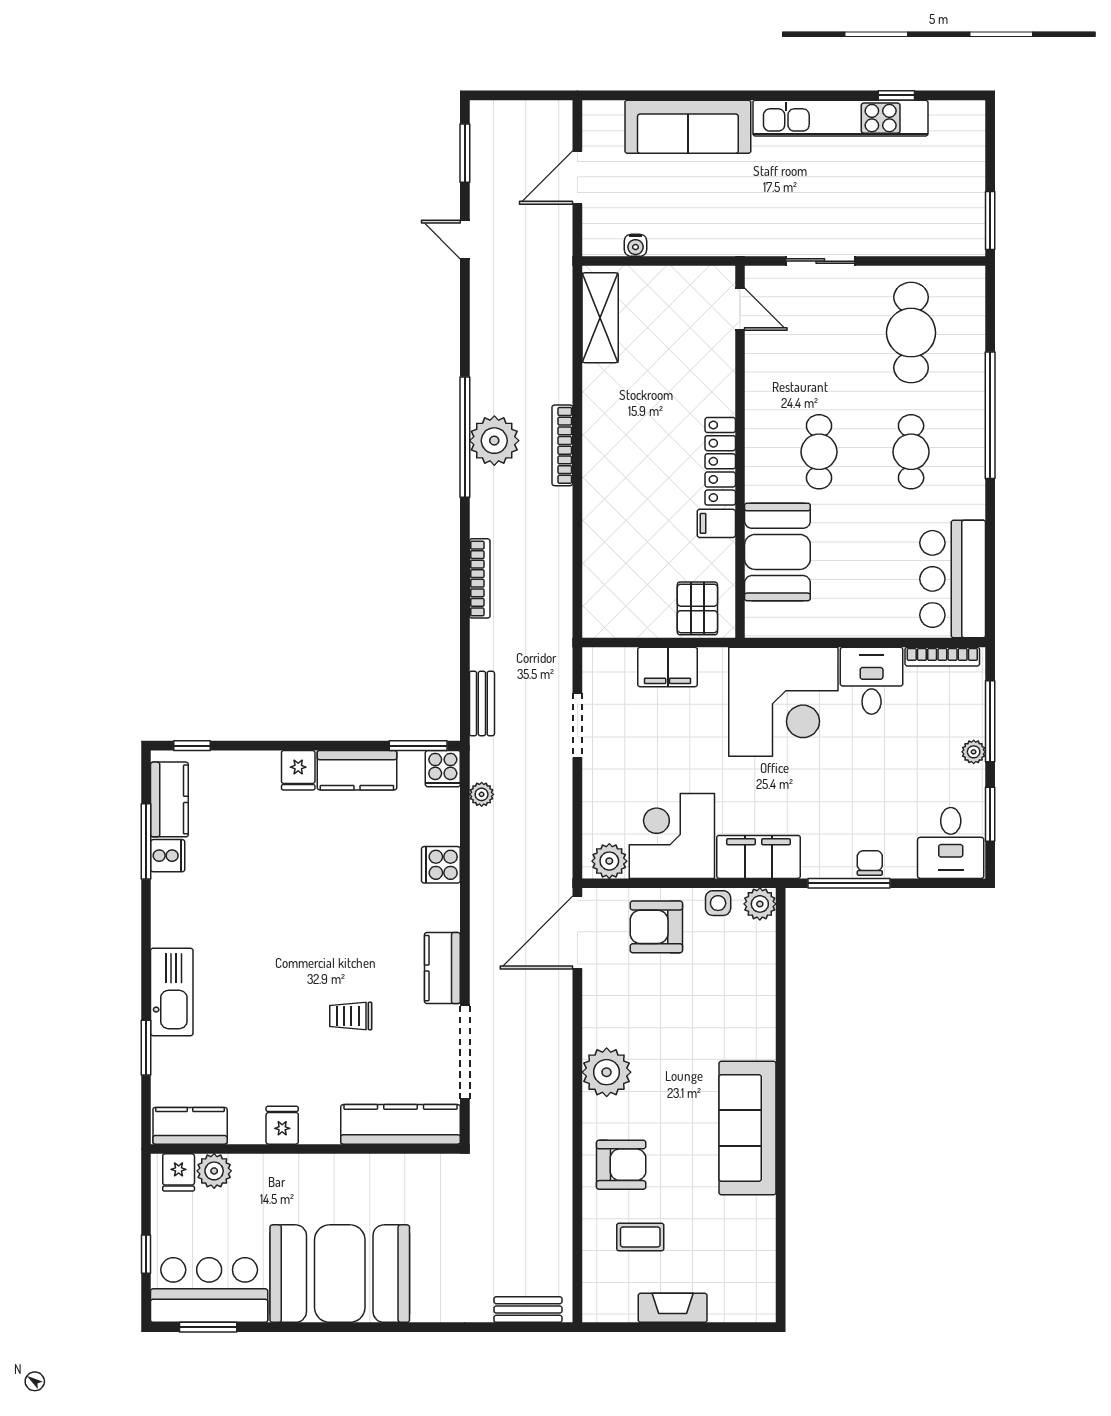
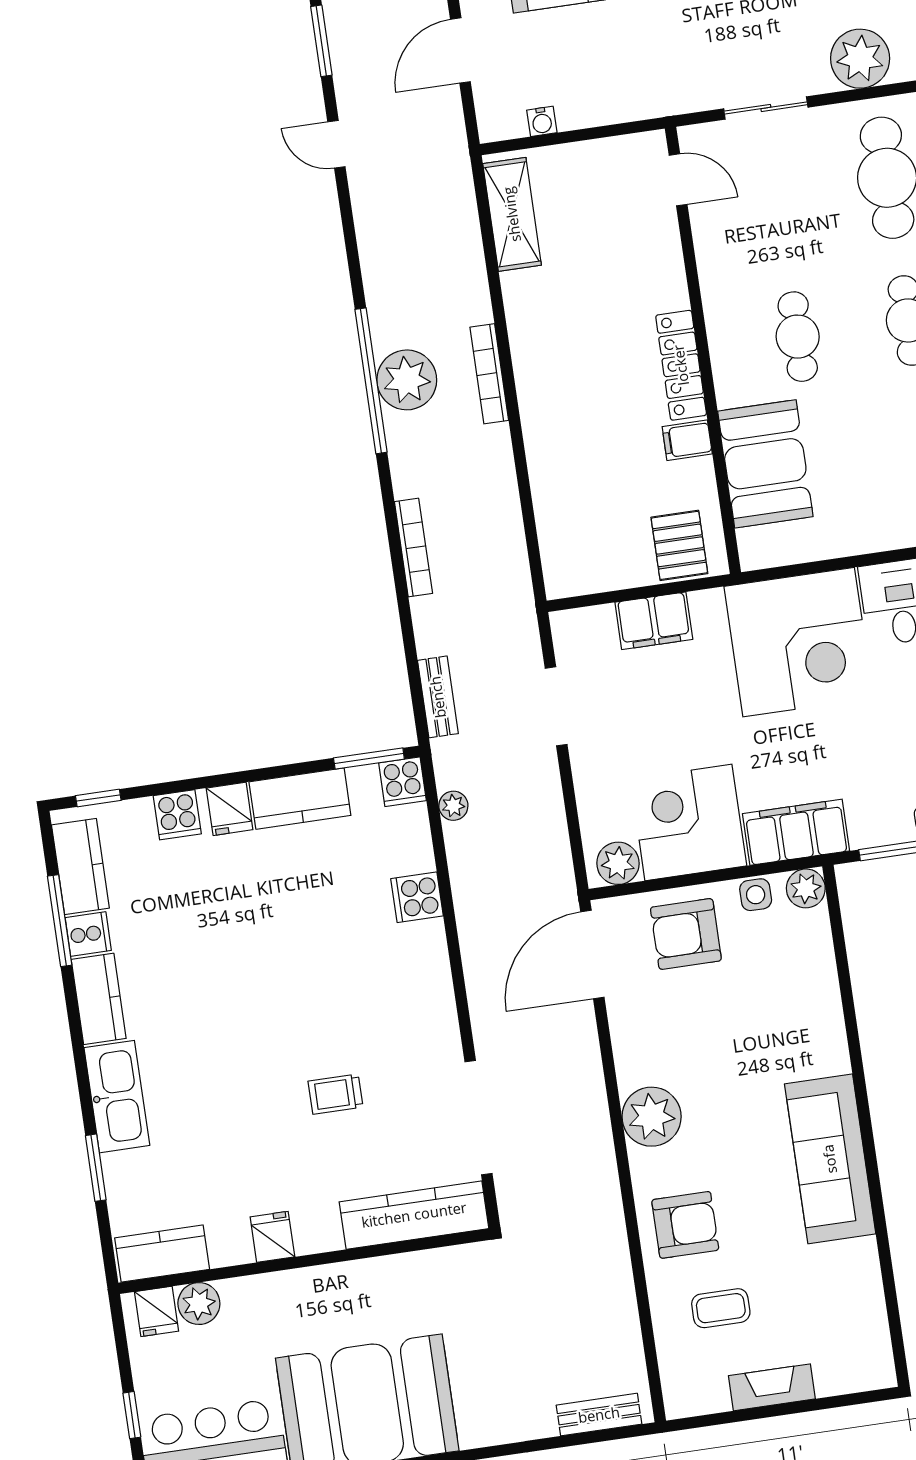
plant: (903, 232) -> (860, 59), added
cooker: (255, 769) -> (177, 815), added
kitchen counter: (442, 968) -> (99, 999), moved, turned 180

